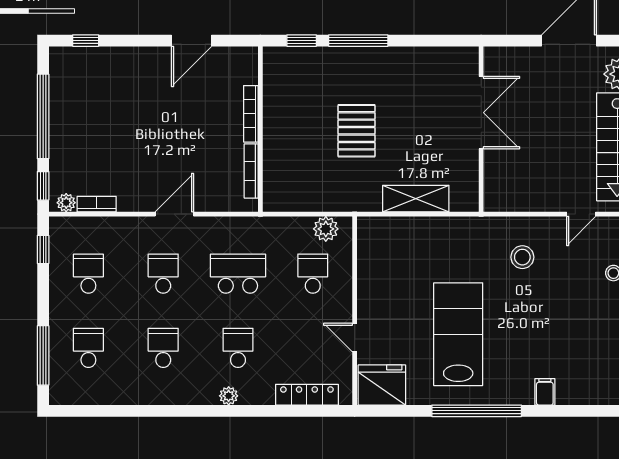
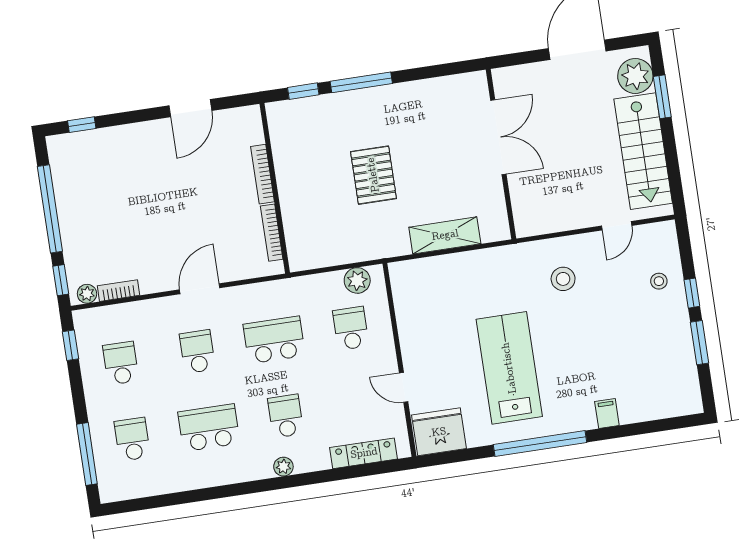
school desk: (163, 348) -> (209, 428), width x1.85

